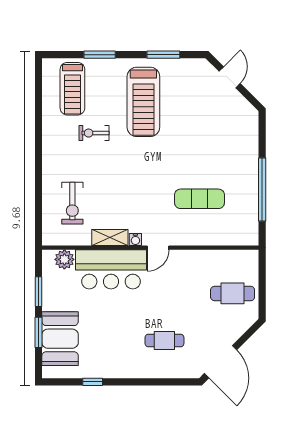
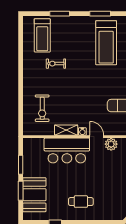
treadmill: (143, 102) -> (106, 43), moved
door: (158, 248) -> (97, 137), swing flipped
plant: (64, 259) -> (111, 144), moved
cafe table: (164, 340) -> (81, 202), moved

